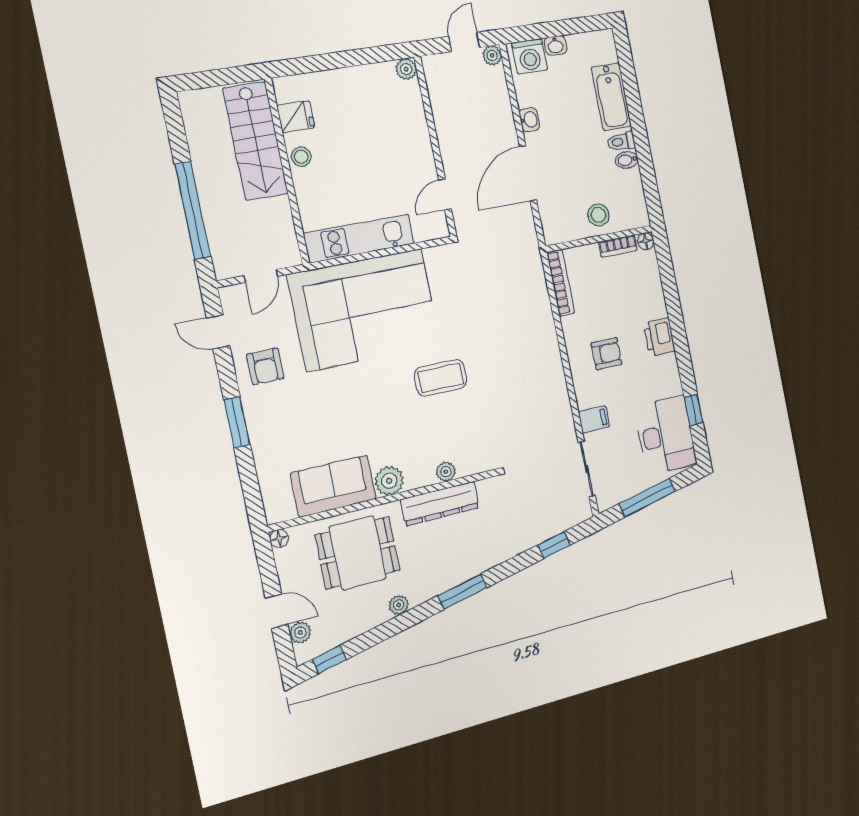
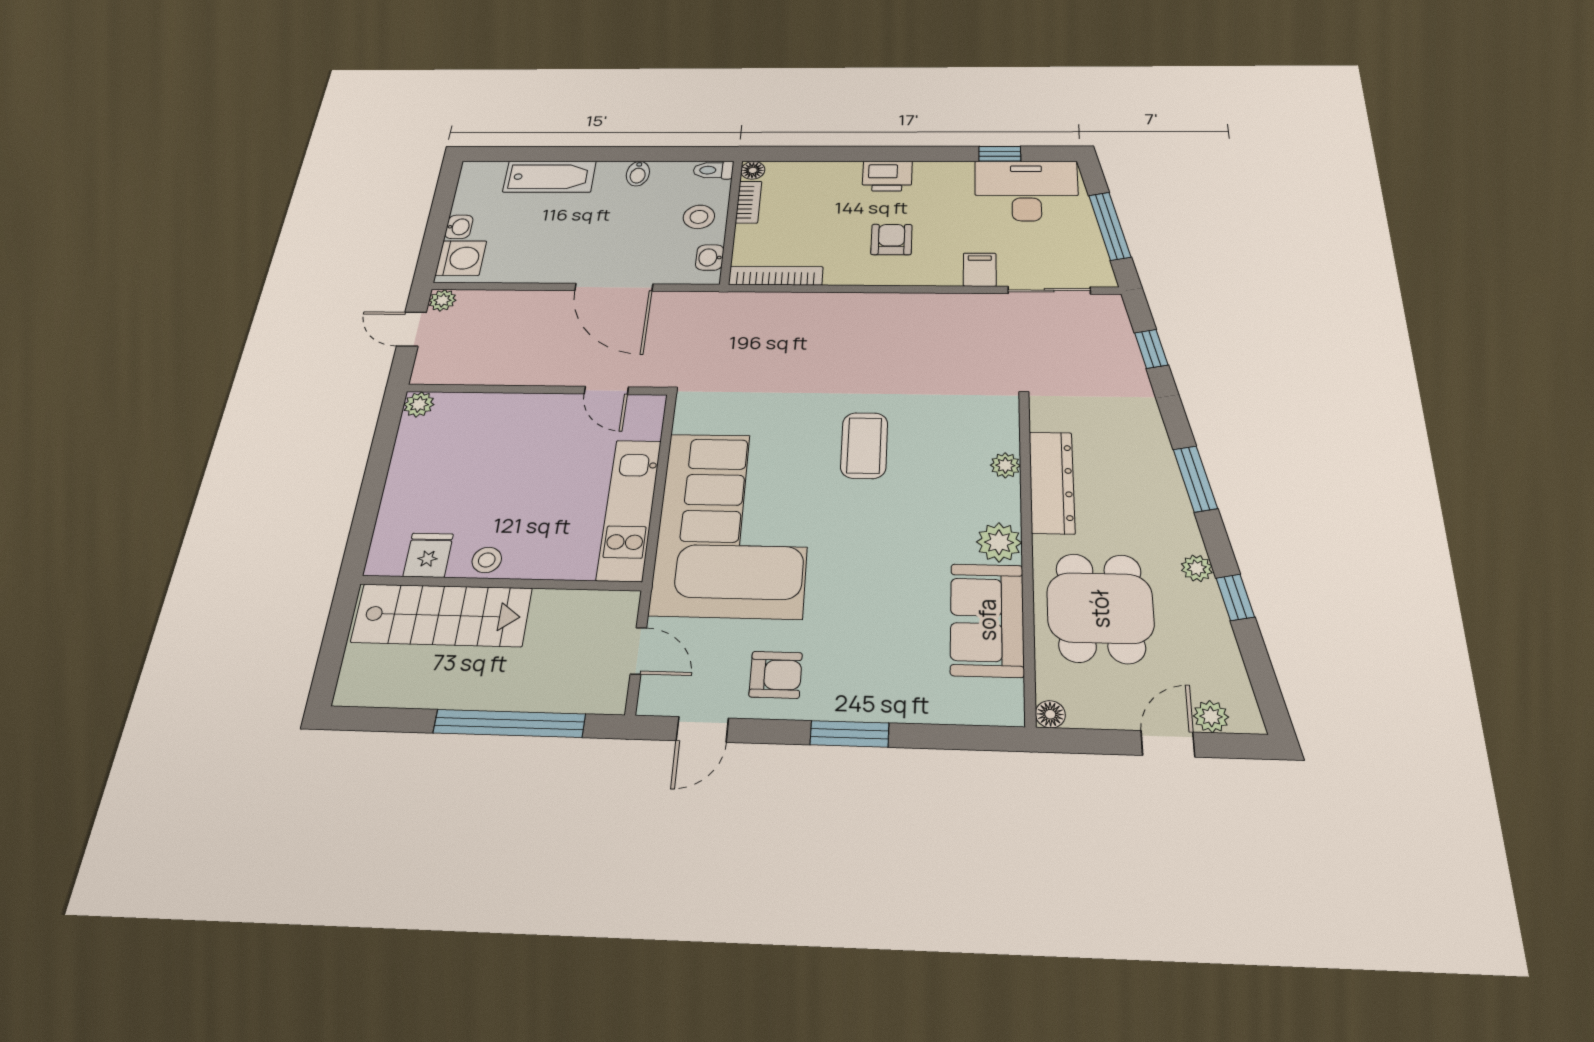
washbasin: (529, 120) -> (710, 257), moved, turned -90
toilet: (621, 142) -> (713, 170), moved, turned 90
window: (329, 659) -> (1235, 597), moved

